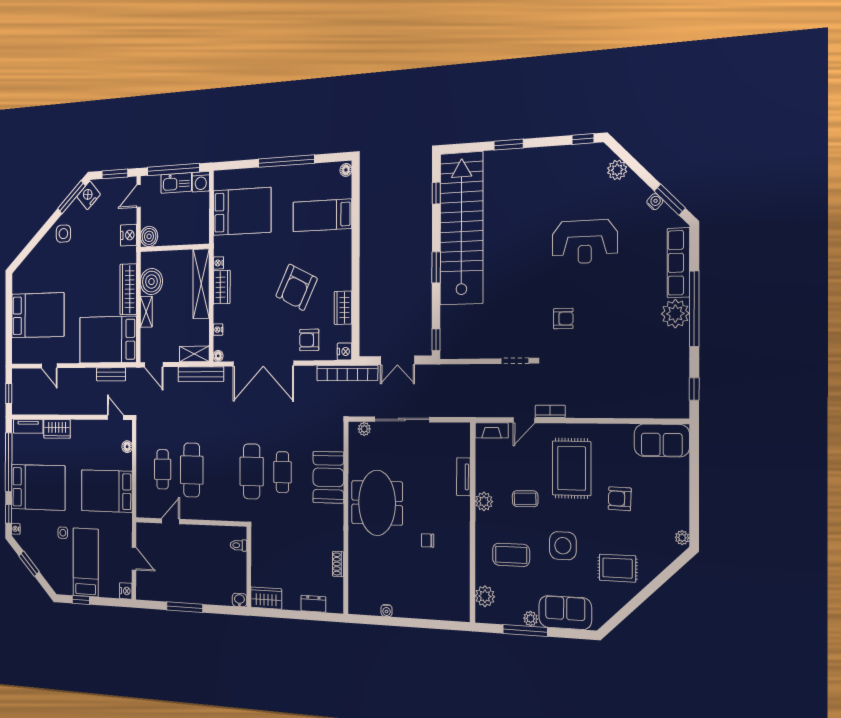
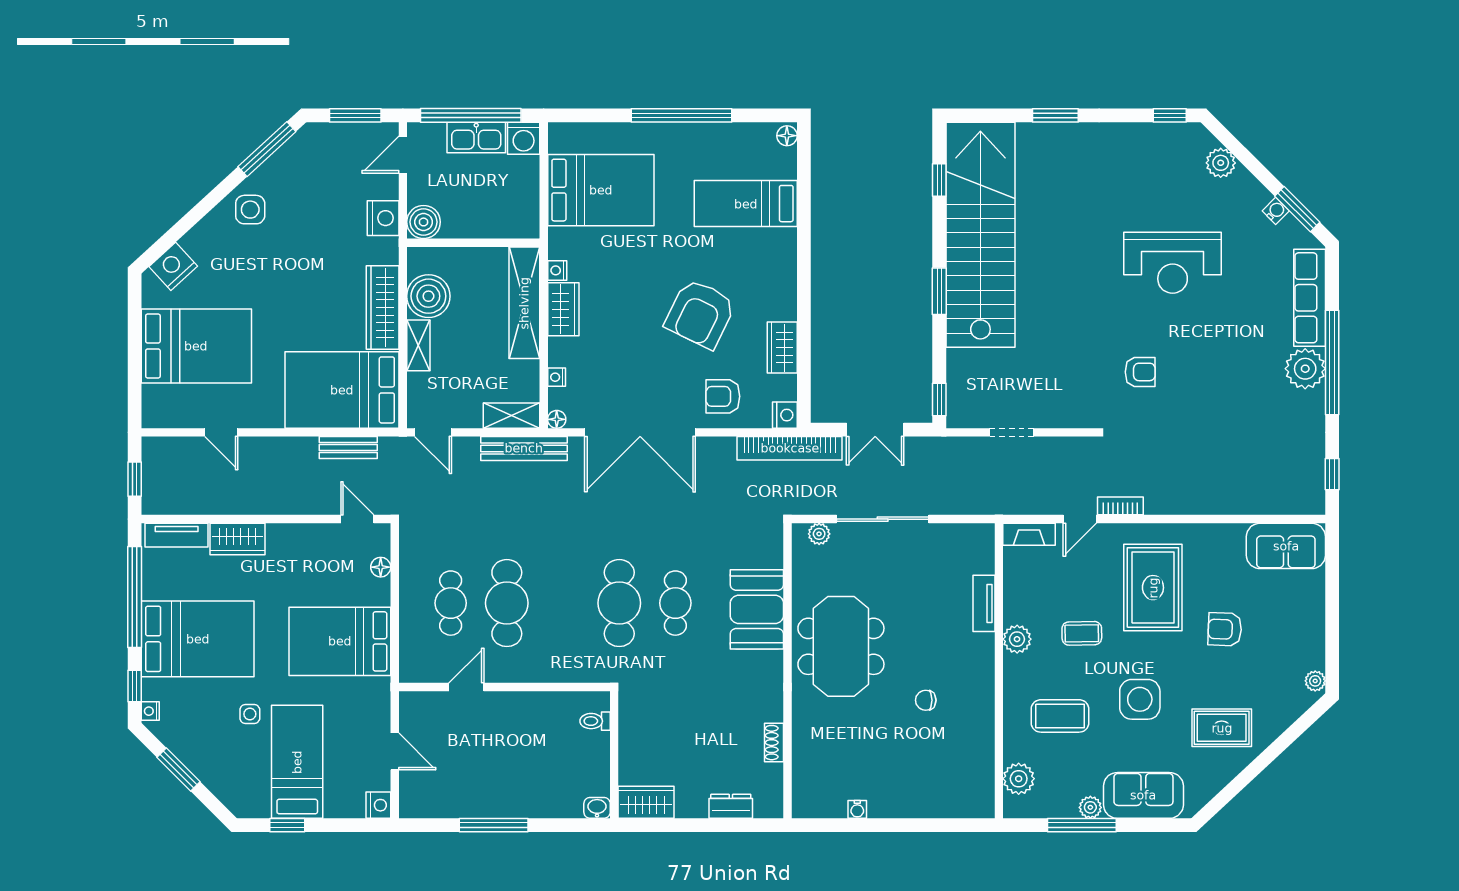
nightstand: (89, 195) -> (173, 266), moved
doorway: (515, 361) -> (1012, 432), moved

